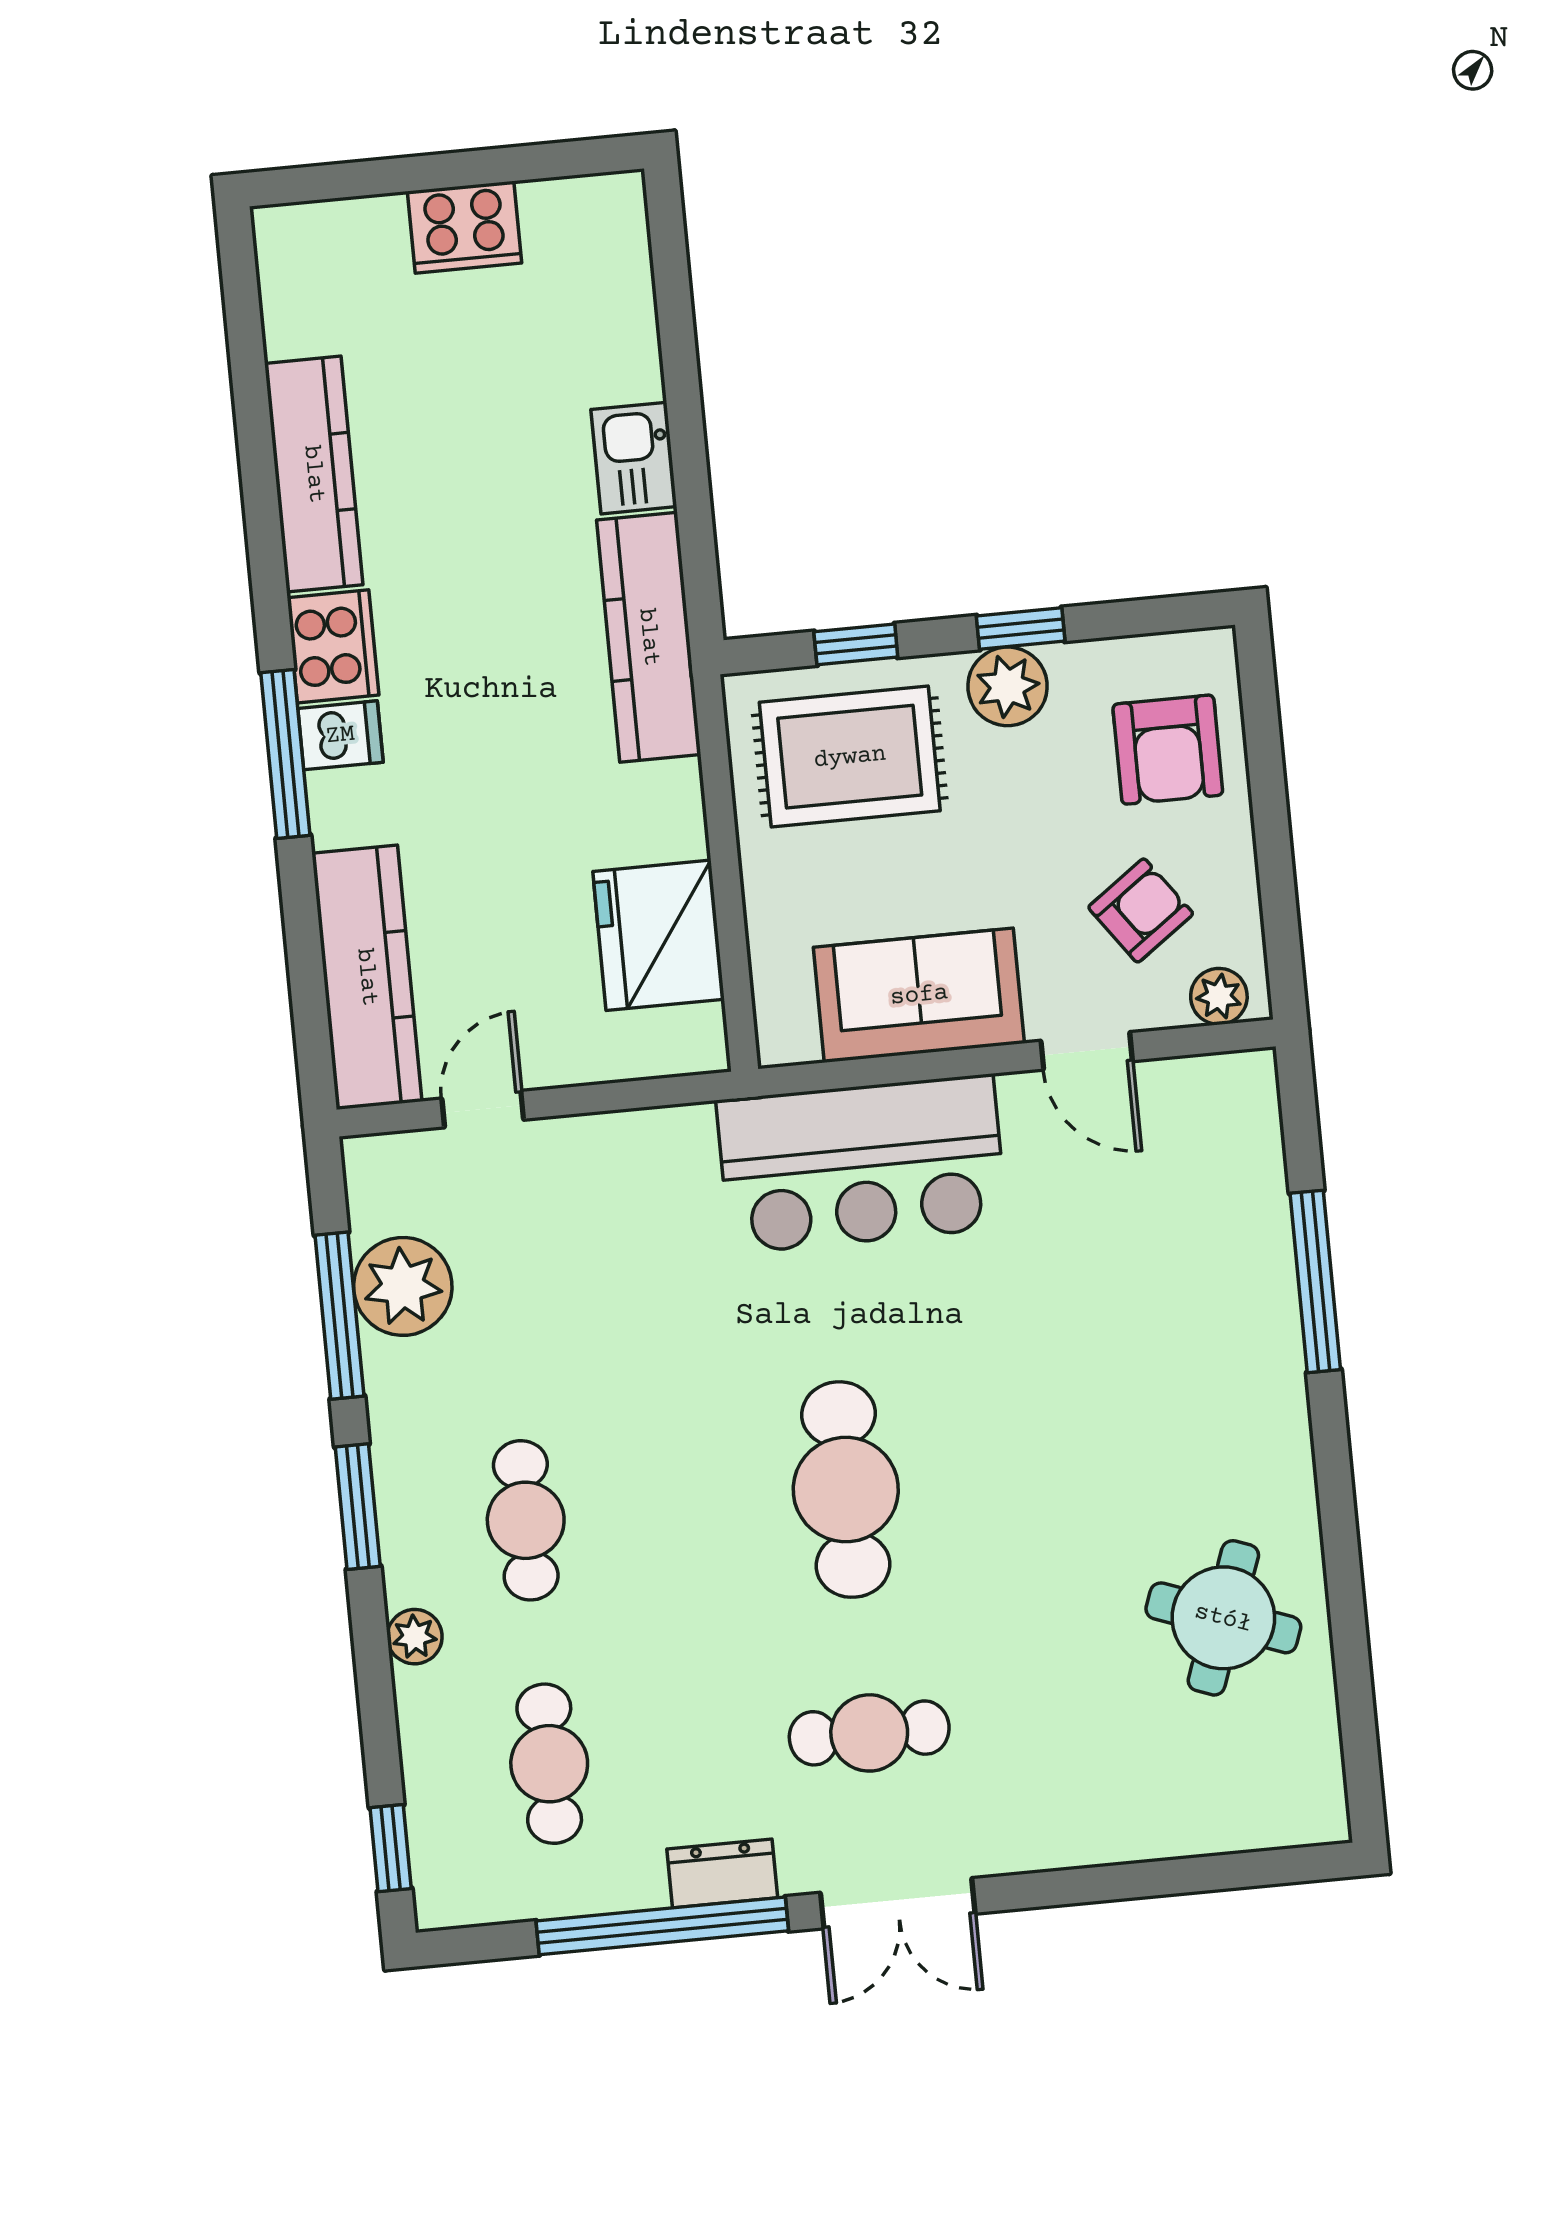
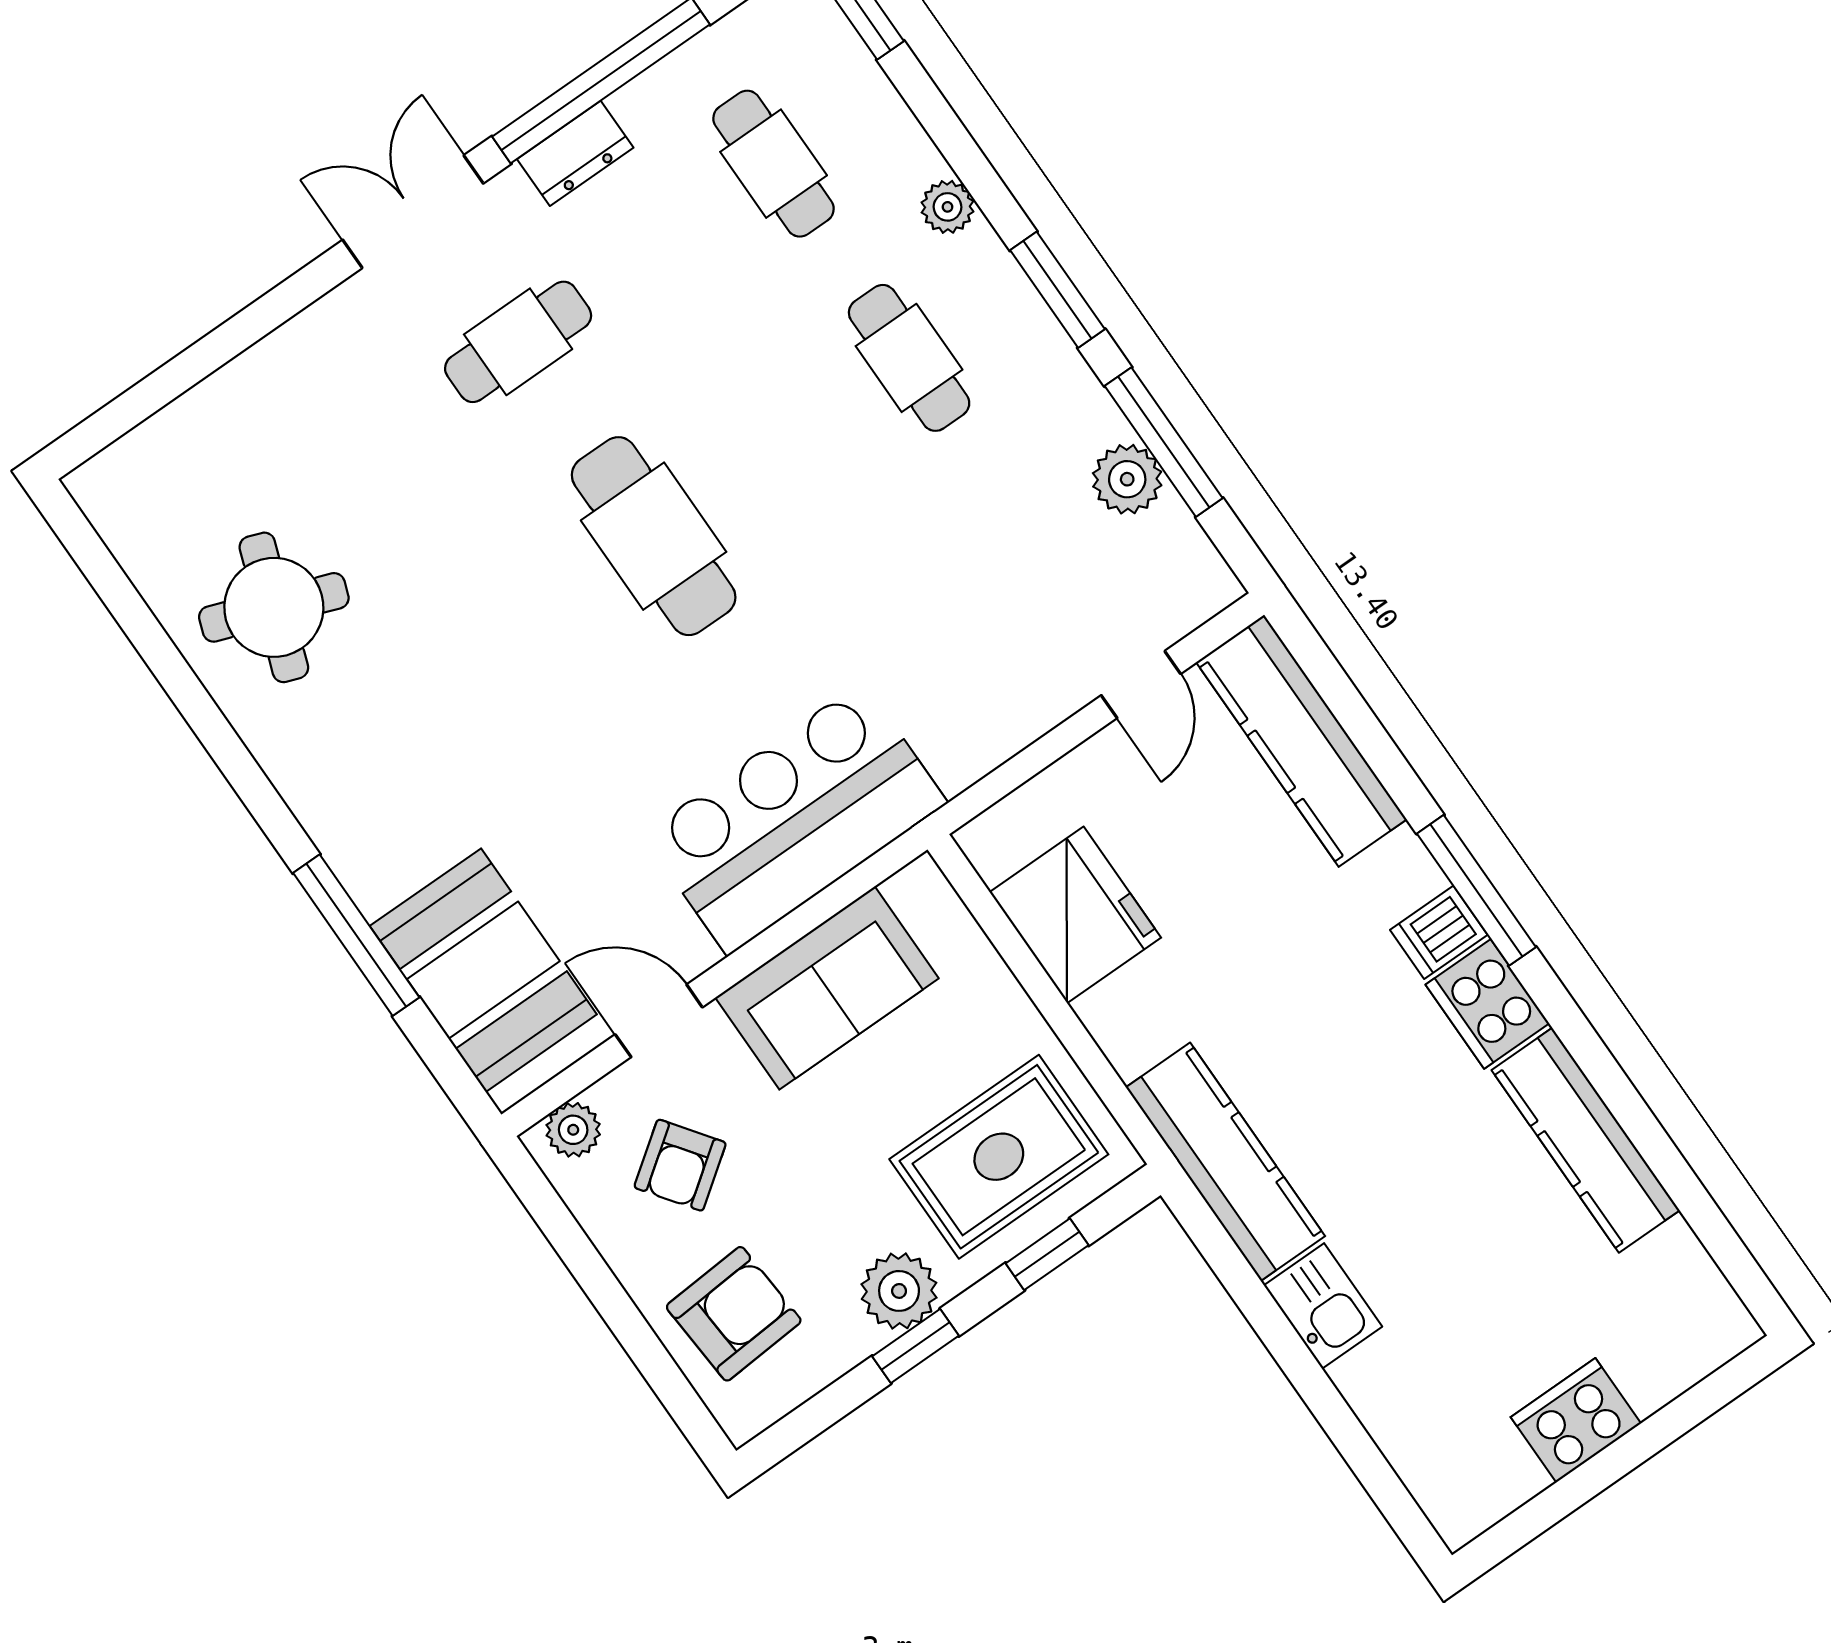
armchair: (1168, 750) -> (734, 1314), turned 86
booth: (1219, 1186) -> (483, 970), added
plant: (403, 1286) -> (1127, 479), width x0.73, depth x0.73

